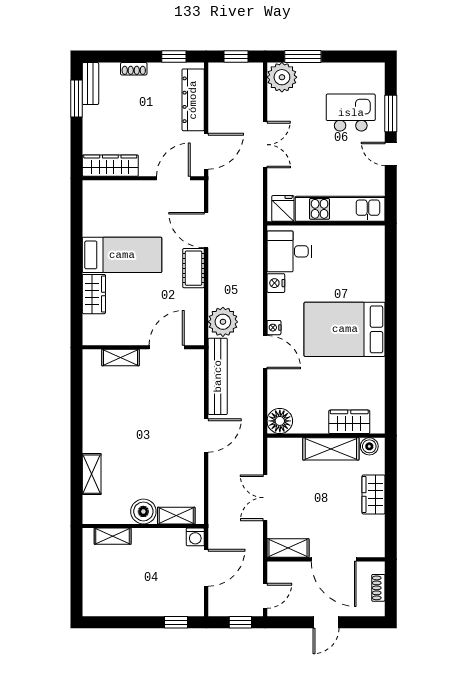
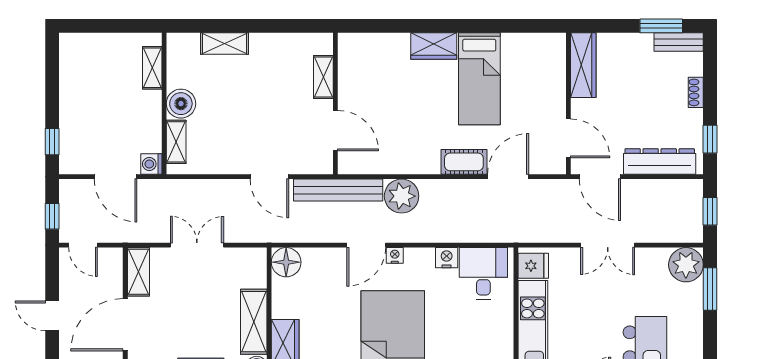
wall: (143, 347) -> (335, 104), moved
door: (167, 347) -> (335, 131), moved
shelving: (120, 358) -> (323, 77), moved

